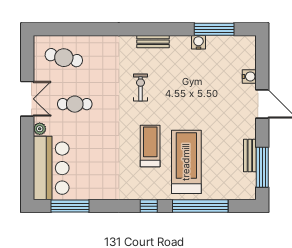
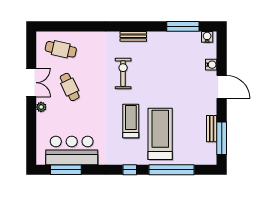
water cooler: (198, 42) -> (207, 37), moved
exercise bike: (141, 88) -> (123, 74), width x1.38, depth x1.39
cafe table: (75, 104) -> (70, 87), turned 65
bar counter: (51, 168) -> (72, 150), moved, turned -90

